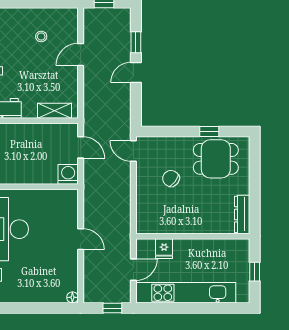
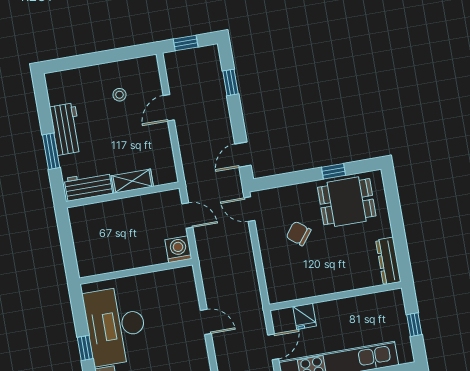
door: (136, 72) -> (243, 155), moved
shelving: (54, 111) -> (132, 181), moved

